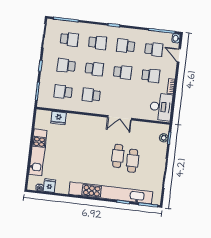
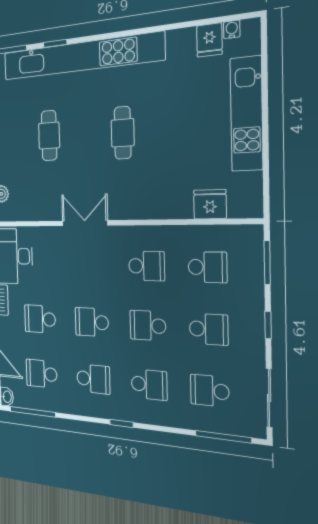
school desk: (97, 43) -> (149, 385), turned 180
cafe table: (118, 156) -> (123, 133), moved

